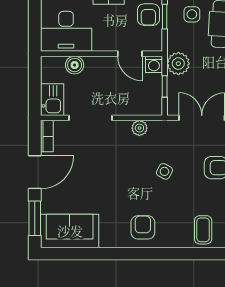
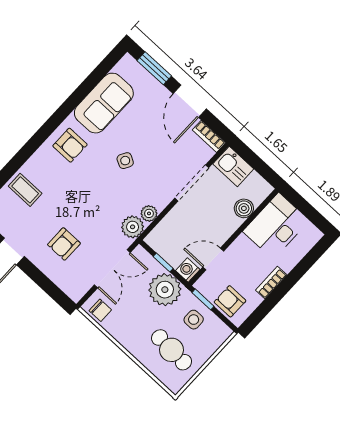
side table: (192, 14) -> (194, 320), moved
window: (165, 17) -> (203, 299), moved
plant: (178, 64) -> (165, 290), width x1.36, depth x1.36
plant: (159, 131) -> (133, 227), added
side table: (164, 171) -> (125, 161), moved
sofa: (70, 231) -> (104, 103), moved

